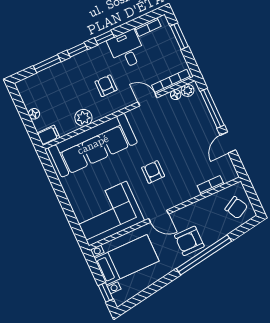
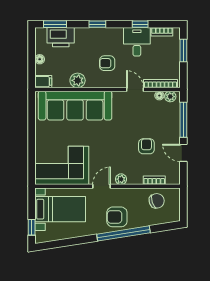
window: (104, 37) -> (140, 24), moved
window: (47, 64) -> (55, 24), moved
printer: (45, 81) -> (61, 37), added
armchair: (106, 86) -> (107, 63), turned -90
door: (228, 143) -> (183, 153), hinge flipped
armchair: (153, 172) -> (146, 146), moved
plant: (176, 200) -> (121, 179), added
chair: (236, 208) -> (157, 201), moved, turned -79
door: (159, 216) -> (102, 186), swing flipped

